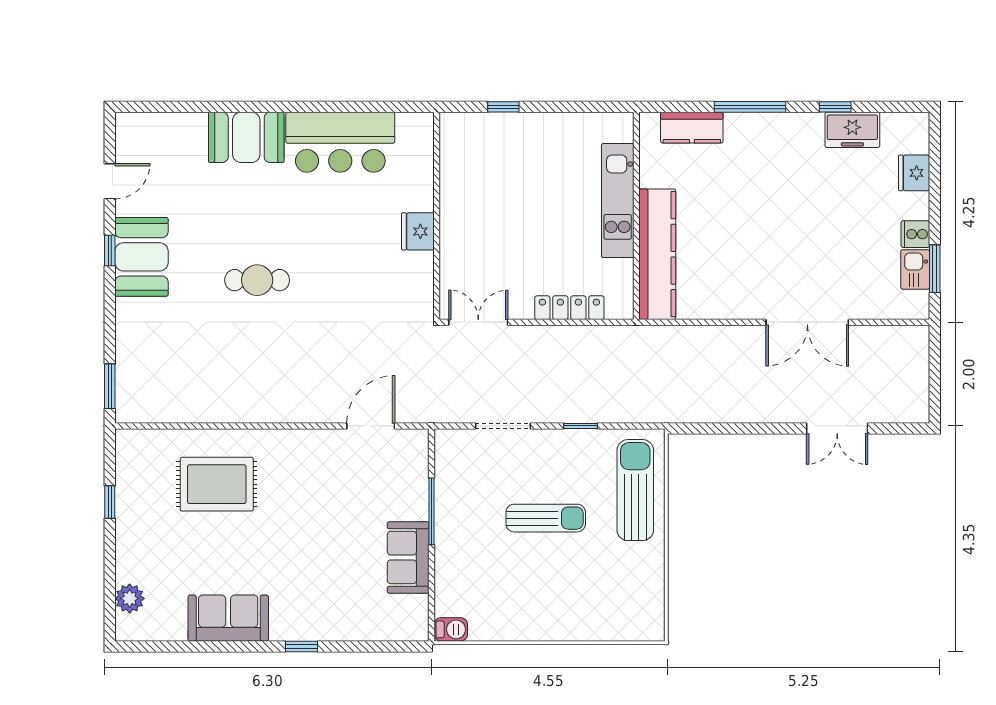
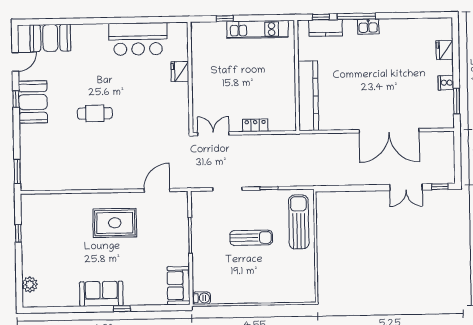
window: (835, 107) -> (321, 17), moved
freezer: (852, 130) -> (411, 28), removed
booth: (246, 137) -> (50, 38), moved
kitchen unit: (618, 201) -> (258, 29), moved, turned -90
fridge: (418, 231) -> (180, 72), moved
kitchen sink: (915, 269) -> (368, 27), moved, turned -90
locker: (569, 308) -> (255, 125), width x0.66
double door: (807, 322) -> (389, 131), width x1.36
window: (901, 429) -> (440, 187), added
rug: (217, 484) -> (115, 223), moved
sofa: (408, 557) -> (179, 286), moved
sofa: (228, 618) -> (101, 294), moved

